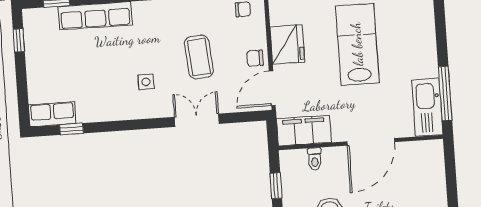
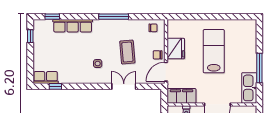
window: (445, 94) -> (259, 68), moved

